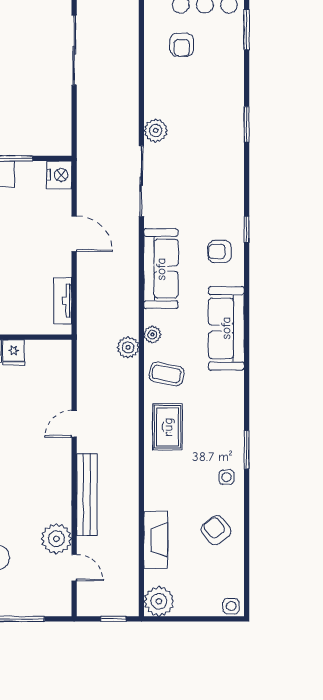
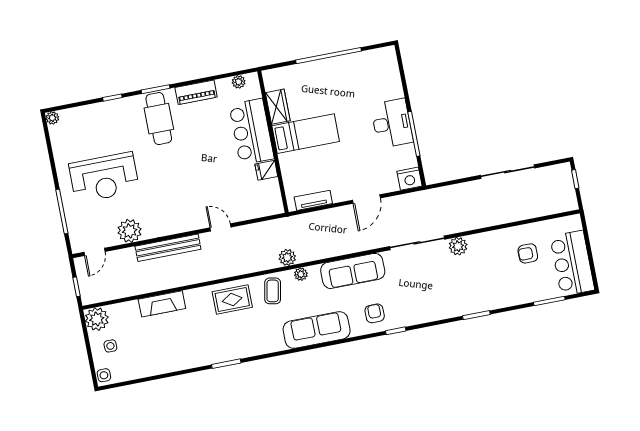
side table: (227, 477) -> (110, 346), moved
armchair: (216, 530) -> (160, 352), removed
fireplace: (156, 540) -> (162, 304), moved
door: (74, 568) -> (94, 252), moved

